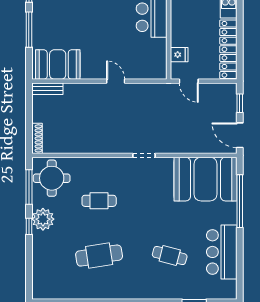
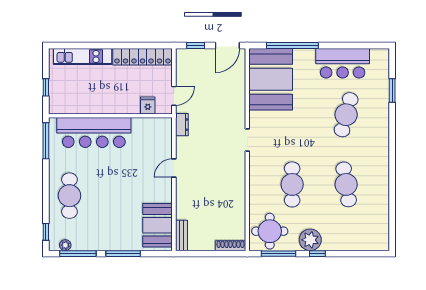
dresser: (160, 89) -> (182, 125), added
cafe table: (99, 201) -> (292, 184), width x1.37, depth x1.35
cafe table: (170, 256) -> (346, 115), width x1.37, depth x1.35

